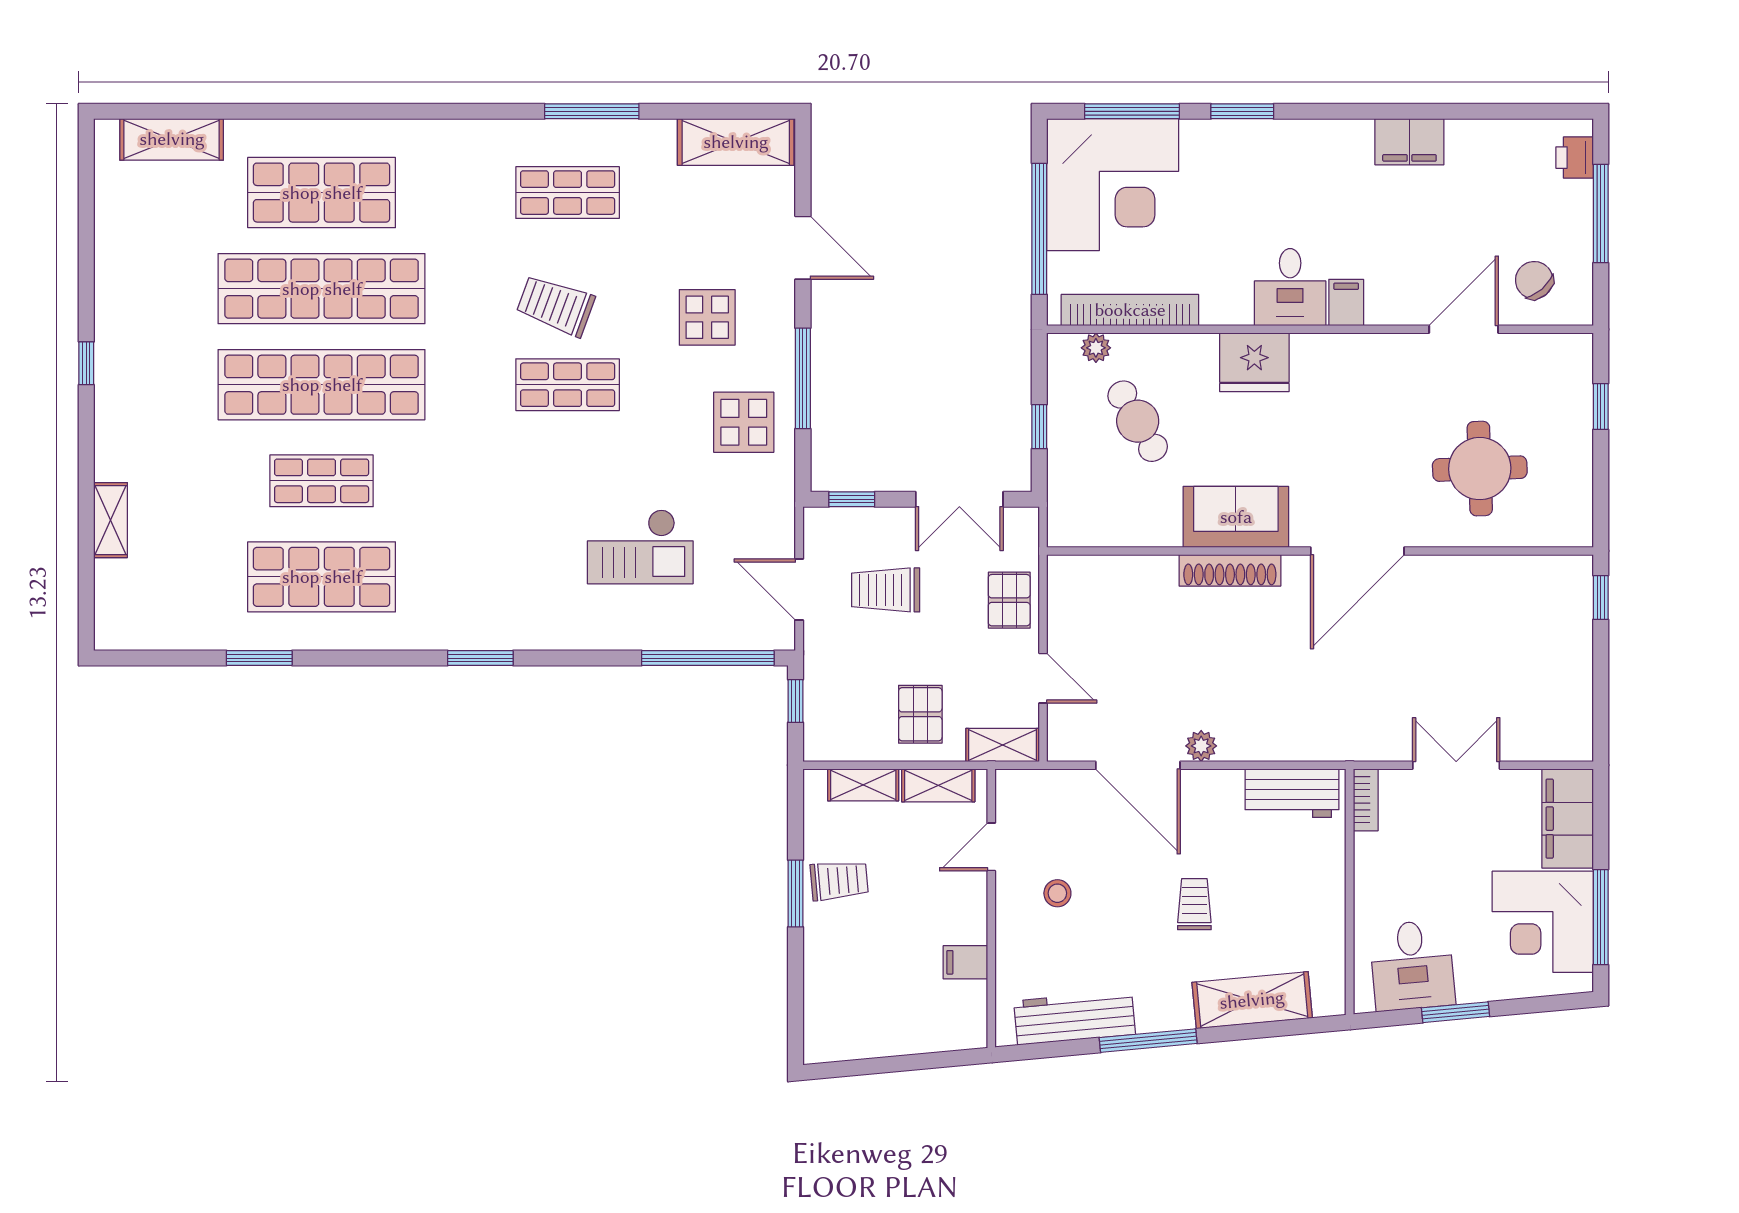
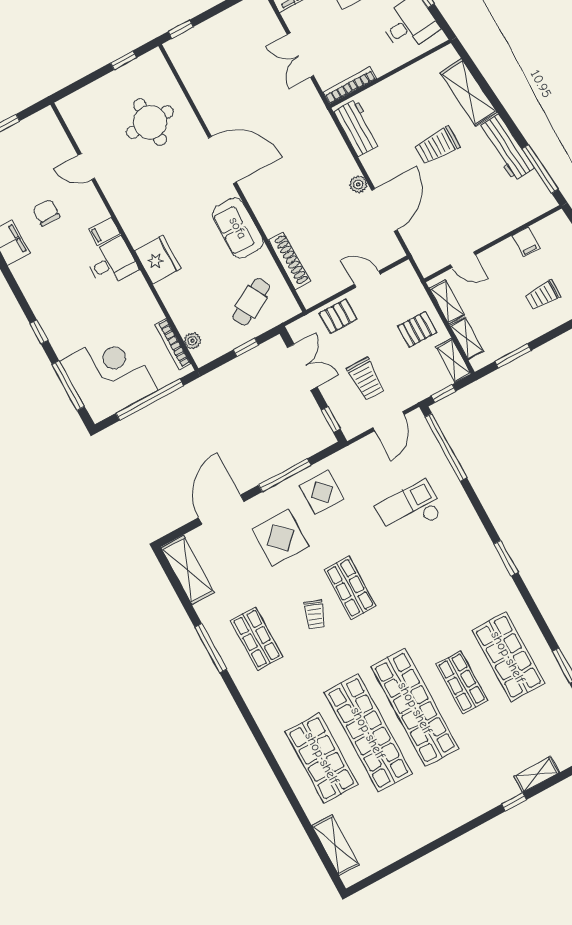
window: (1242, 111) -> (39, 332), width x0.67
door: (803, 248) -> (221, 510), width x1.36
chair: (1534, 280) -> (46, 213), moved, turned 131
trolley: (556, 306) -> (315, 615), width x0.73, depth x0.72
bookcase: (1130, 310) -> (173, 344), width x0.68, depth x0.76
display table: (707, 317) -> (280, 538), width x1.36, depth x1.36
door: (1464, 329) -> (86, 167), width x0.73
window: (86, 363) -> (514, 802), moved
window: (1601, 406) -> (124, 60), moved
cafe table: (1138, 421) -> (251, 302), moved
checkout: (640, 547) -> (410, 510), turned -90
shoe rack: (1230, 570) -> (289, 261), moved
door: (1043, 678) -> (367, 279), hinge flipped
shelving: (1003, 745) -> (453, 360), moved
bookcase: (1366, 800) -> (350, 86), width x1.56
trolley: (839, 880) -> (543, 295), moved, turned -85
window: (795, 893) -> (513, 356), moved
stool: (1057, 893) -> (468, 215), removed
trolley: (1194, 904) -> (437, 146), width x1.36, depth x1.39
workbench: (1075, 1018) -> (506, 148), moved
window: (1148, 1041) -> (540, 169), moved

